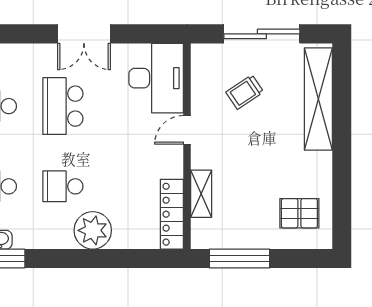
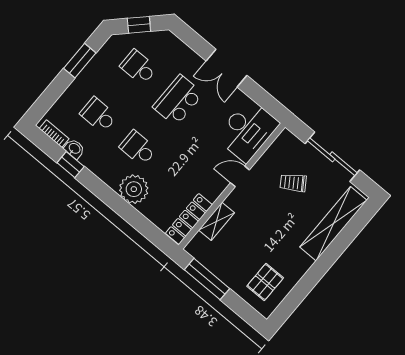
pallet: (299, 213) -> (265, 282), turned 90

